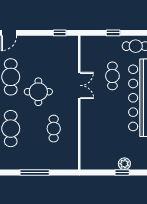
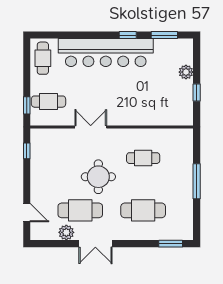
window: (113, 33) -> (27, 105), moved
cafe table: (112, 76) -> (48, 102), moved
window: (122, 173) -> (197, 92), moved

